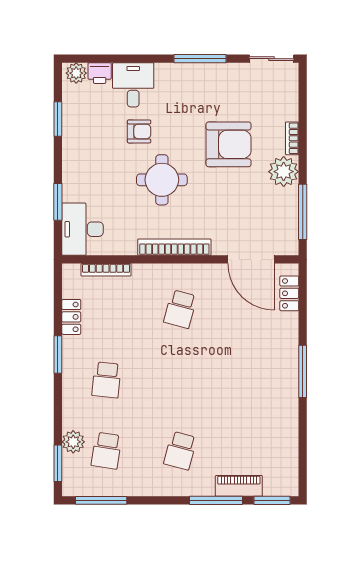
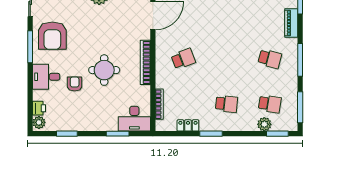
desk: (133, 85) -> (46, 77), moved
armchair: (229, 144) -> (52, 36), moved, turned 180
school desk: (180, 309) -> (183, 59), turned -36
window: (216, 500) -> (300, 60), moved

